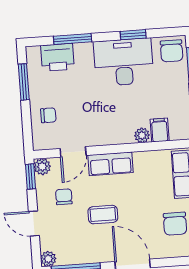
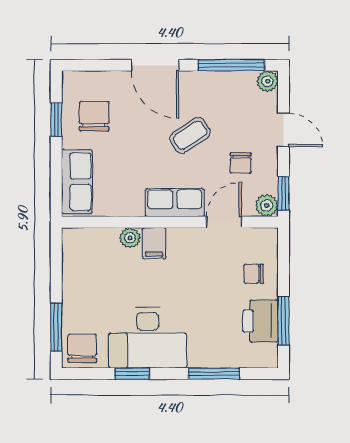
printer: (57, 57) -> (260, 321), moved, turned -90
filing cabinet: (160, 130) -> (154, 243), moved
coffee table: (103, 215) -> (190, 135), turned -34

